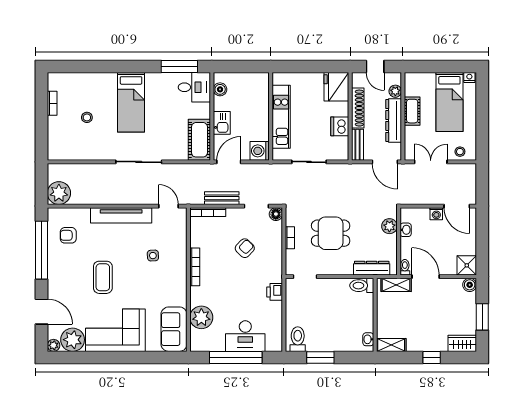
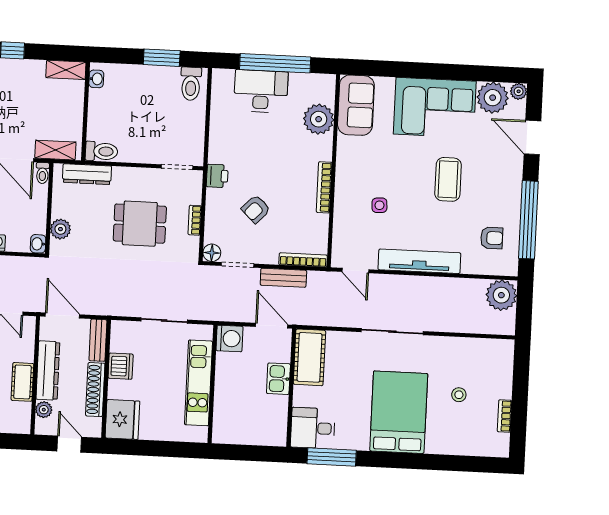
boiler: (220, 89) -> (279, 424), removed
bed: (131, 102) -> (399, 412), width x1.50
door: (229, 162) -> (272, 326), swing flipped
washbasin: (406, 230) -> (38, 244), moved
printer: (275, 292) -> (217, 176), moved

